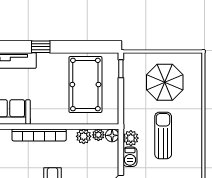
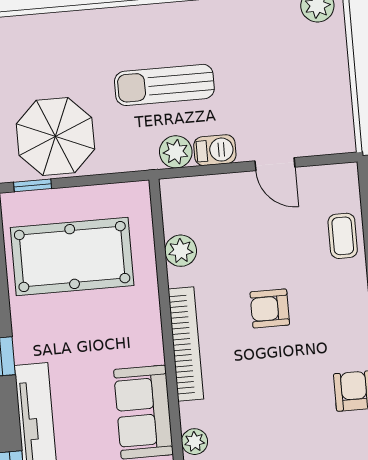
parasol: (165, 82) -> (55, 137), moved
plant: (98, 135) -> (175, 220), removed
floor lamp: (112, 135) -> (173, 191), removed

